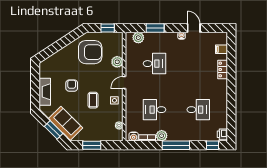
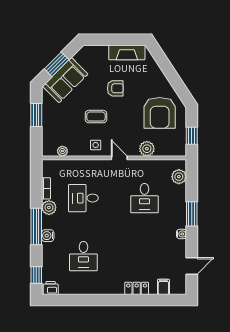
window: (155, 28) -> (192, 214), moved
door: (194, 28) -> (192, 266), moved
fireplace: (45, 92) -> (127, 53), moved
desk: (154, 110) -> (83, 198), turned -90
water cooler: (134, 137) -> (48, 236), moved

